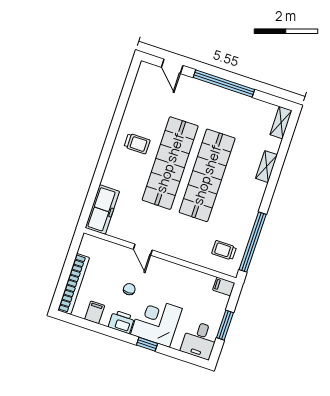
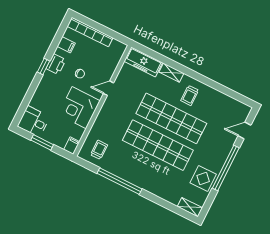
display table: (242, 111) -> (203, 178), added
shelving: (267, 167) -> (171, 73), moved
window: (253, 242) -> (119, 181), moved
corner desk: (156, 321) -> (79, 108), moved, turned 180
window: (147, 344) -> (43, 67), moved

